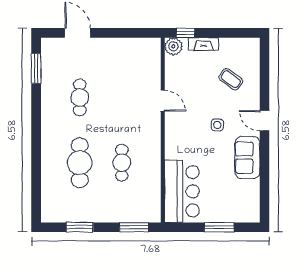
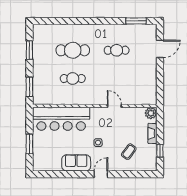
window: (185, 33) -> (160, 151), moved
door: (163, 101) -> (114, 106), swing flipped
bar counter: (182, 191) -> (61, 119), width x1.36

